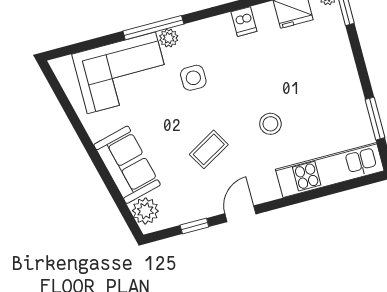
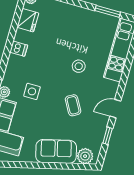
door: (240, 214) -> (115, 109), hinge flipped

